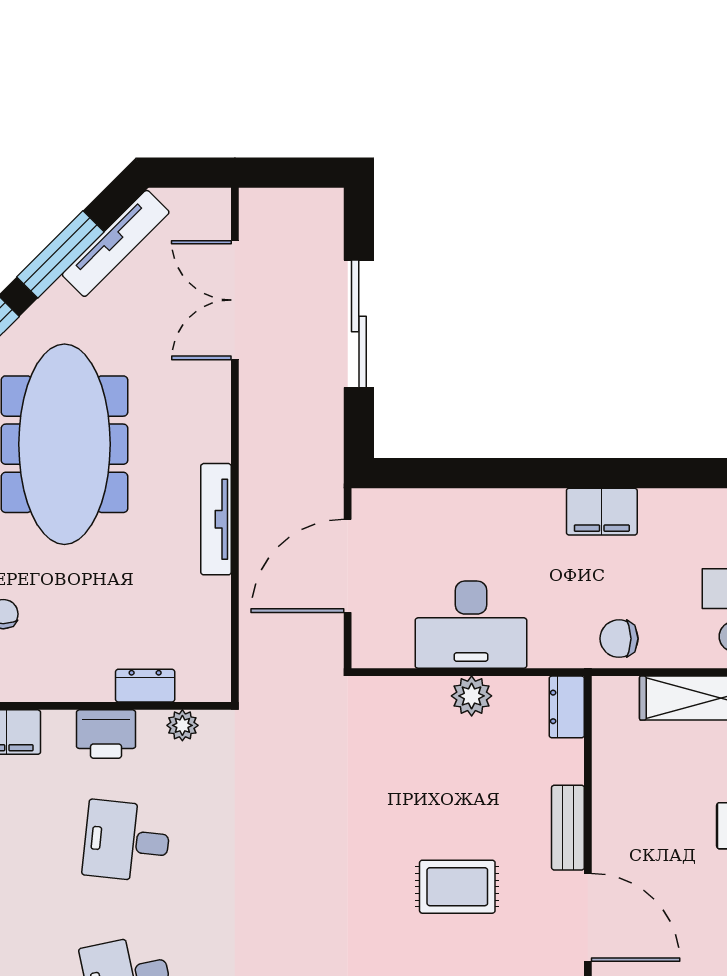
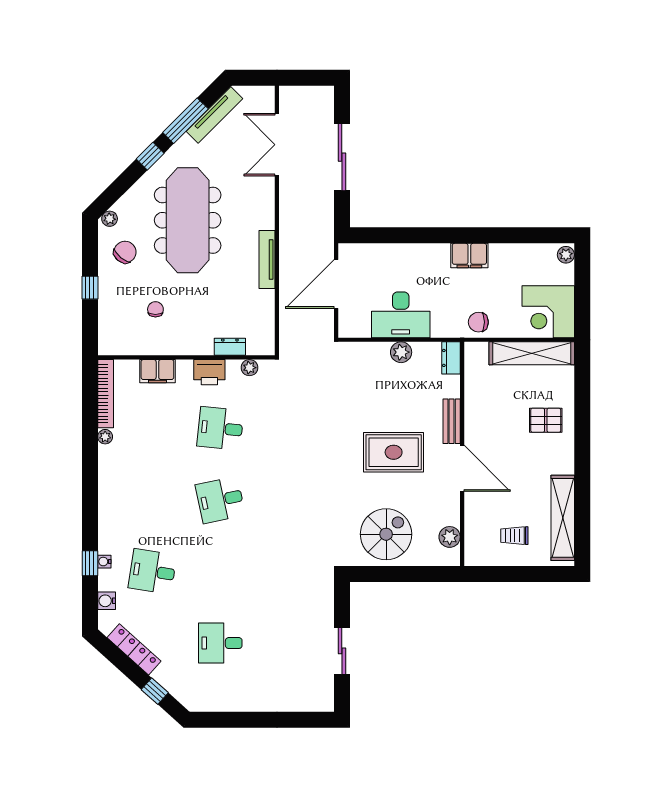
rug: (457, 887) -> (394, 452), width x1.36, depth x1.43

